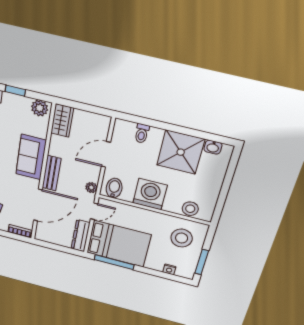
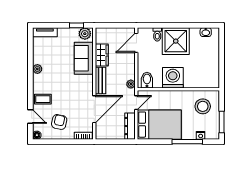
window: (15, 91) -> (76, 25), moved
wardrobe: (62, 121) -> (102, 55), moved
shower: (181, 152) -> (176, 41), moved
door: (106, 154) -> (136, 43), moved
sofa: (31, 157) -> (84, 58), moved
stool: (190, 209) -> (203, 81), removed
window: (114, 262) -> (187, 142), moved

